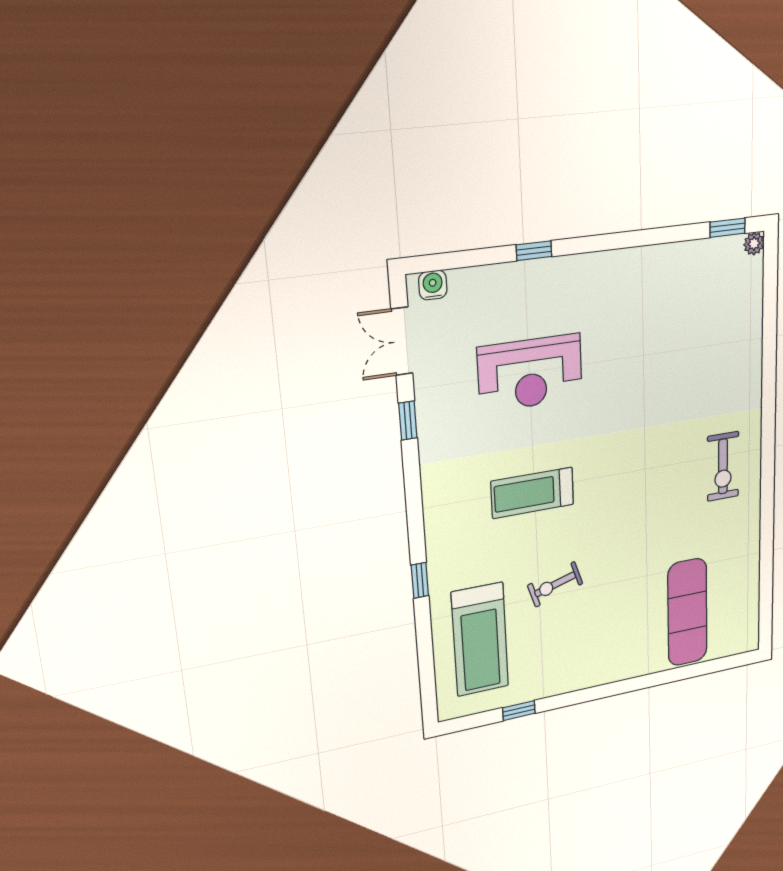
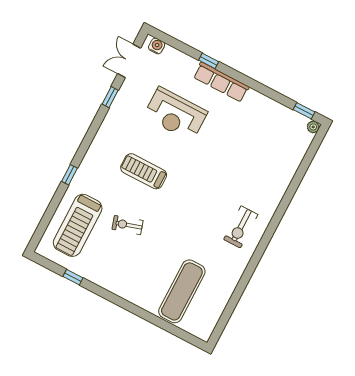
row of seats: (574, 271) -> (221, 82), added

